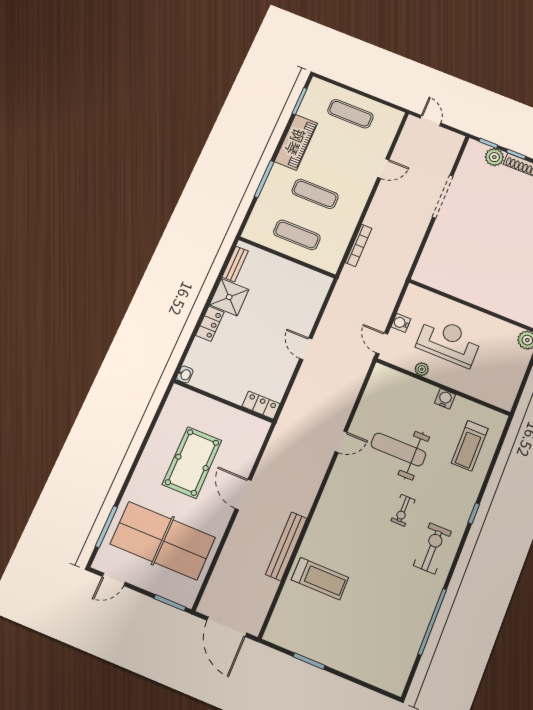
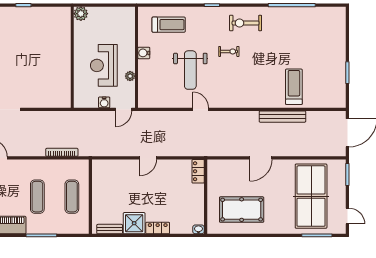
pool table: (192, 462) -> (242, 210), moved

